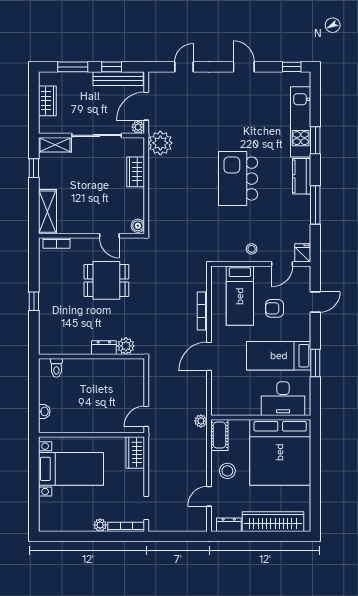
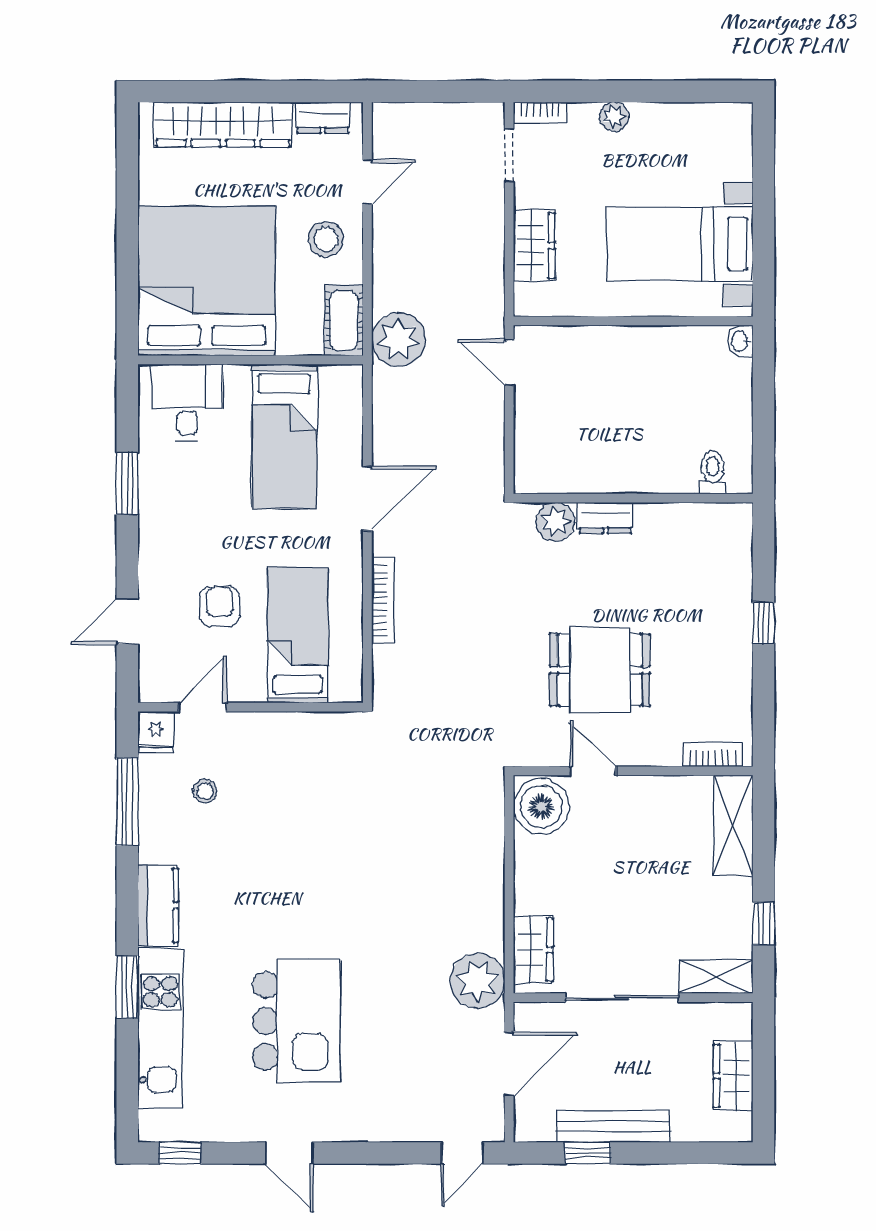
window: (73, 67) -> (676, 1153), removed
door: (184, 67) -> (462, 1153), moved
bench: (118, 79) -> (613, 1126), moved
plant: (138, 127) -> (528, 1016), removed
wardrobe: (136, 172) -> (533, 950), moved
kitchen island: (238, 179) -> (296, 1021), moved
window: (315, 205) -> (127, 802), moved
boiler: (138, 226) -> (541, 806), width x1.86, depth x1.86
stool: (252, 249) -> (205, 791), moved
armchair: (274, 308) -> (220, 607), turned -90
bed: (279, 356) -> (284, 436), moved, turned 90
desk: (283, 399) -> (187, 403), width x0.73
washbasin: (44, 411) -> (740, 341), moved
door: (146, 416) -> (509, 362), swing flipped
plant: (201, 421) -> (399, 340), width x1.87, depth x1.87
wardrobe: (135, 452) -> (534, 246), moved
bookcase: (126, 527) -> (540, 113), width x0.64

